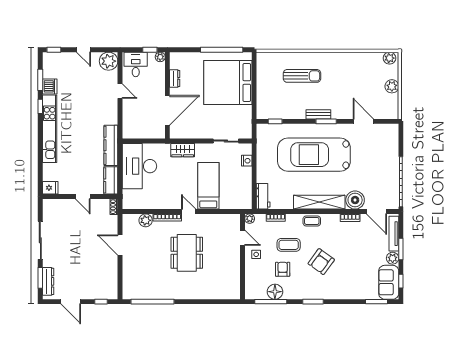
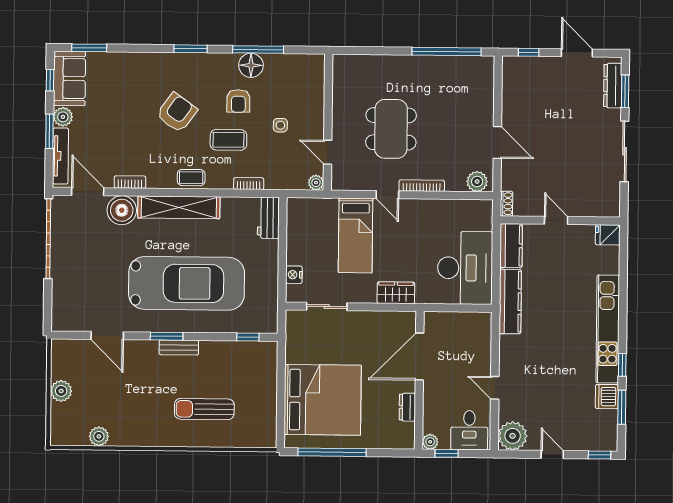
plant: (389, 58) -> (99, 436), moved
plant: (250, 219) -> (316, 183), moved
plant: (146, 220) -> (477, 182), moved
door: (243, 238) -> (328, 152), moved
wall: (243, 257) -> (328, 122), moved

